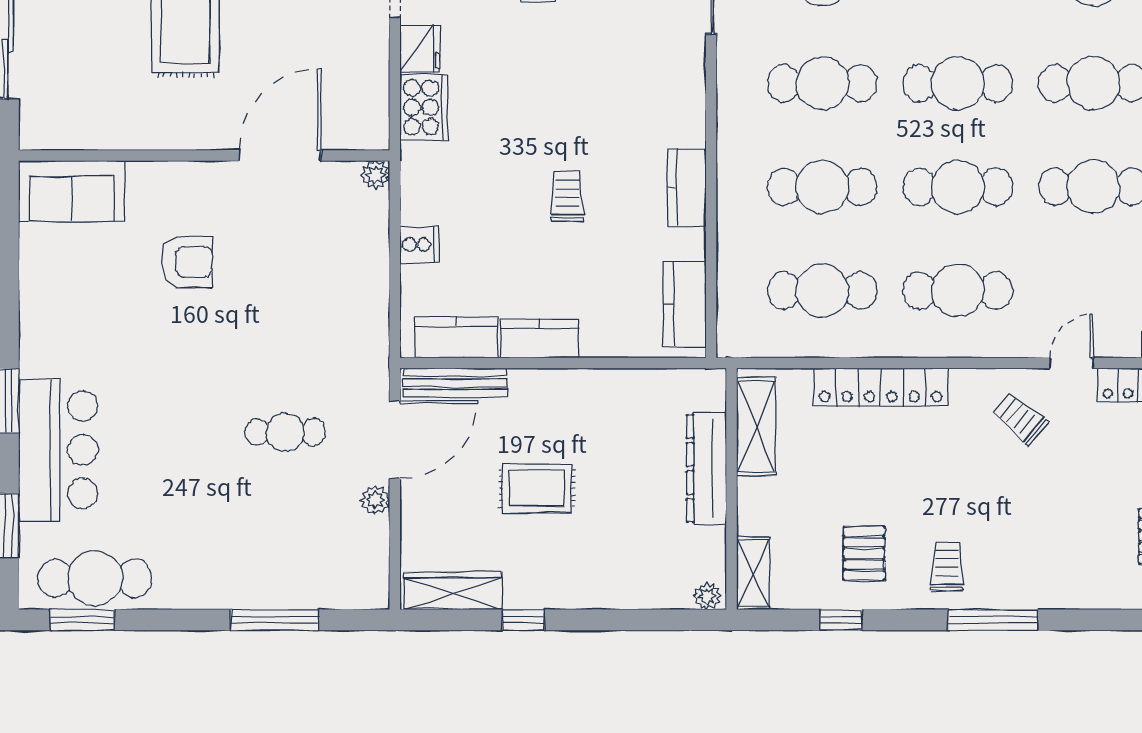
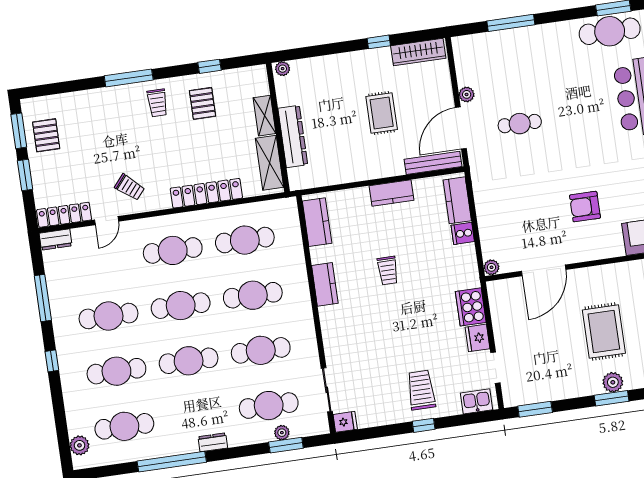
kitchen counter: (456, 337) -> (457, 200), moved, turned 90
rug: (537, 488) -> (382, 113), turned 90
shelving: (753, 573) -> (264, 116), moved

